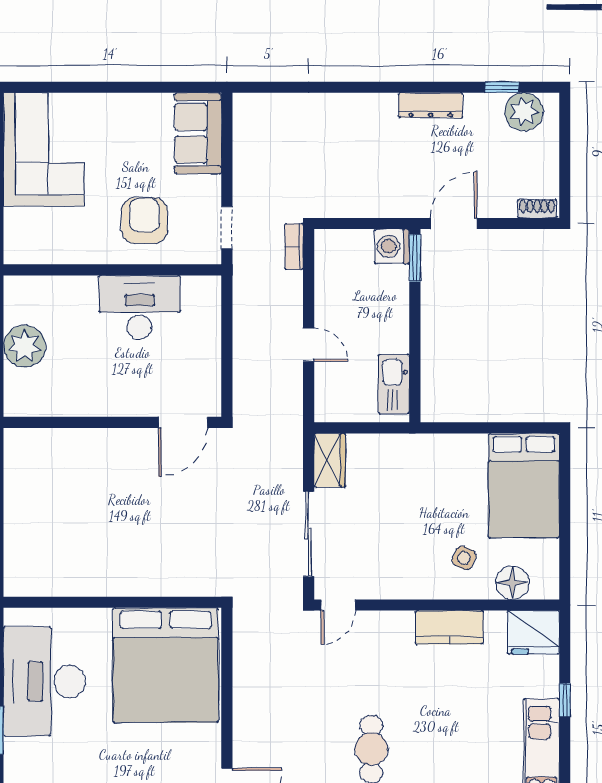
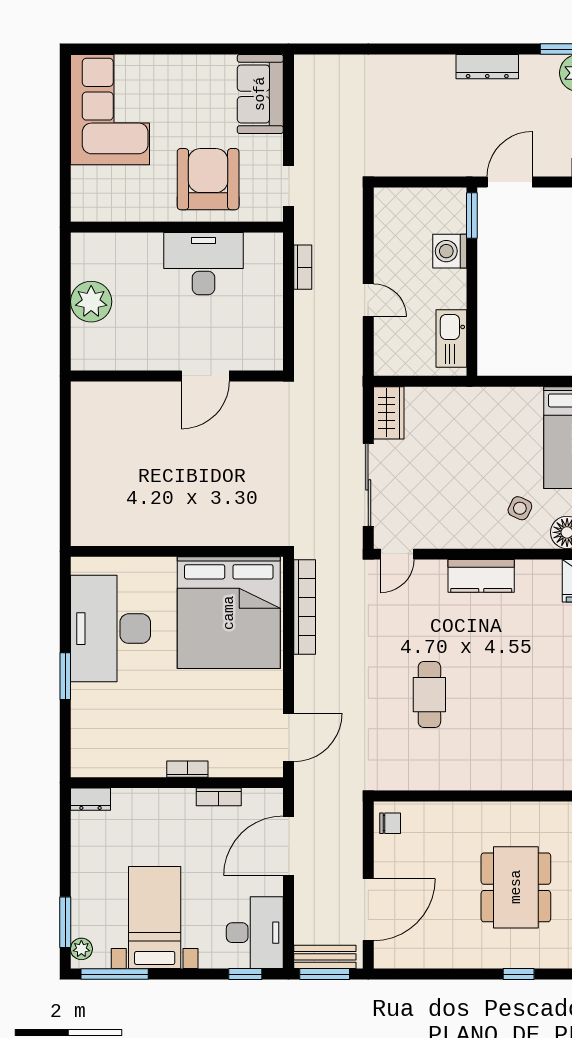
armchair: (144, 221) -> (208, 179), width x1.36, depth x1.36
washing machine: (392, 246) -> (450, 251), moved
bookcase: (294, 247) -> (303, 267), moved, turned 180
door: (183, 422) -> (205, 376), moved
kitchen counter: (449, 627) -> (481, 576), moved
bookcase: (243, 659) -> (305, 607), added

